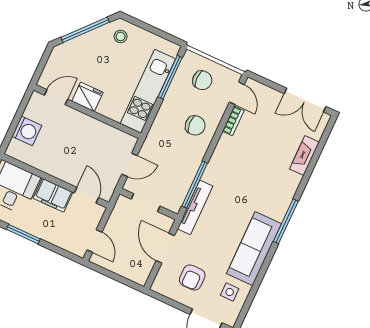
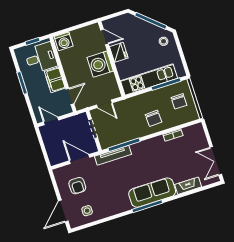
door: (237, 93) -> (188, 124), removed
washing machine: (82, 129) -> (100, 64), added
washing machine: (27, 131) -> (64, 41), moved
door: (94, 241) -> (51, 121), swing flipped
door: (165, 248) -> (80, 159), hinge flipped
sofa: (254, 249) -> (152, 193), moved
armchair: (192, 278) -> (77, 186), turned -90

